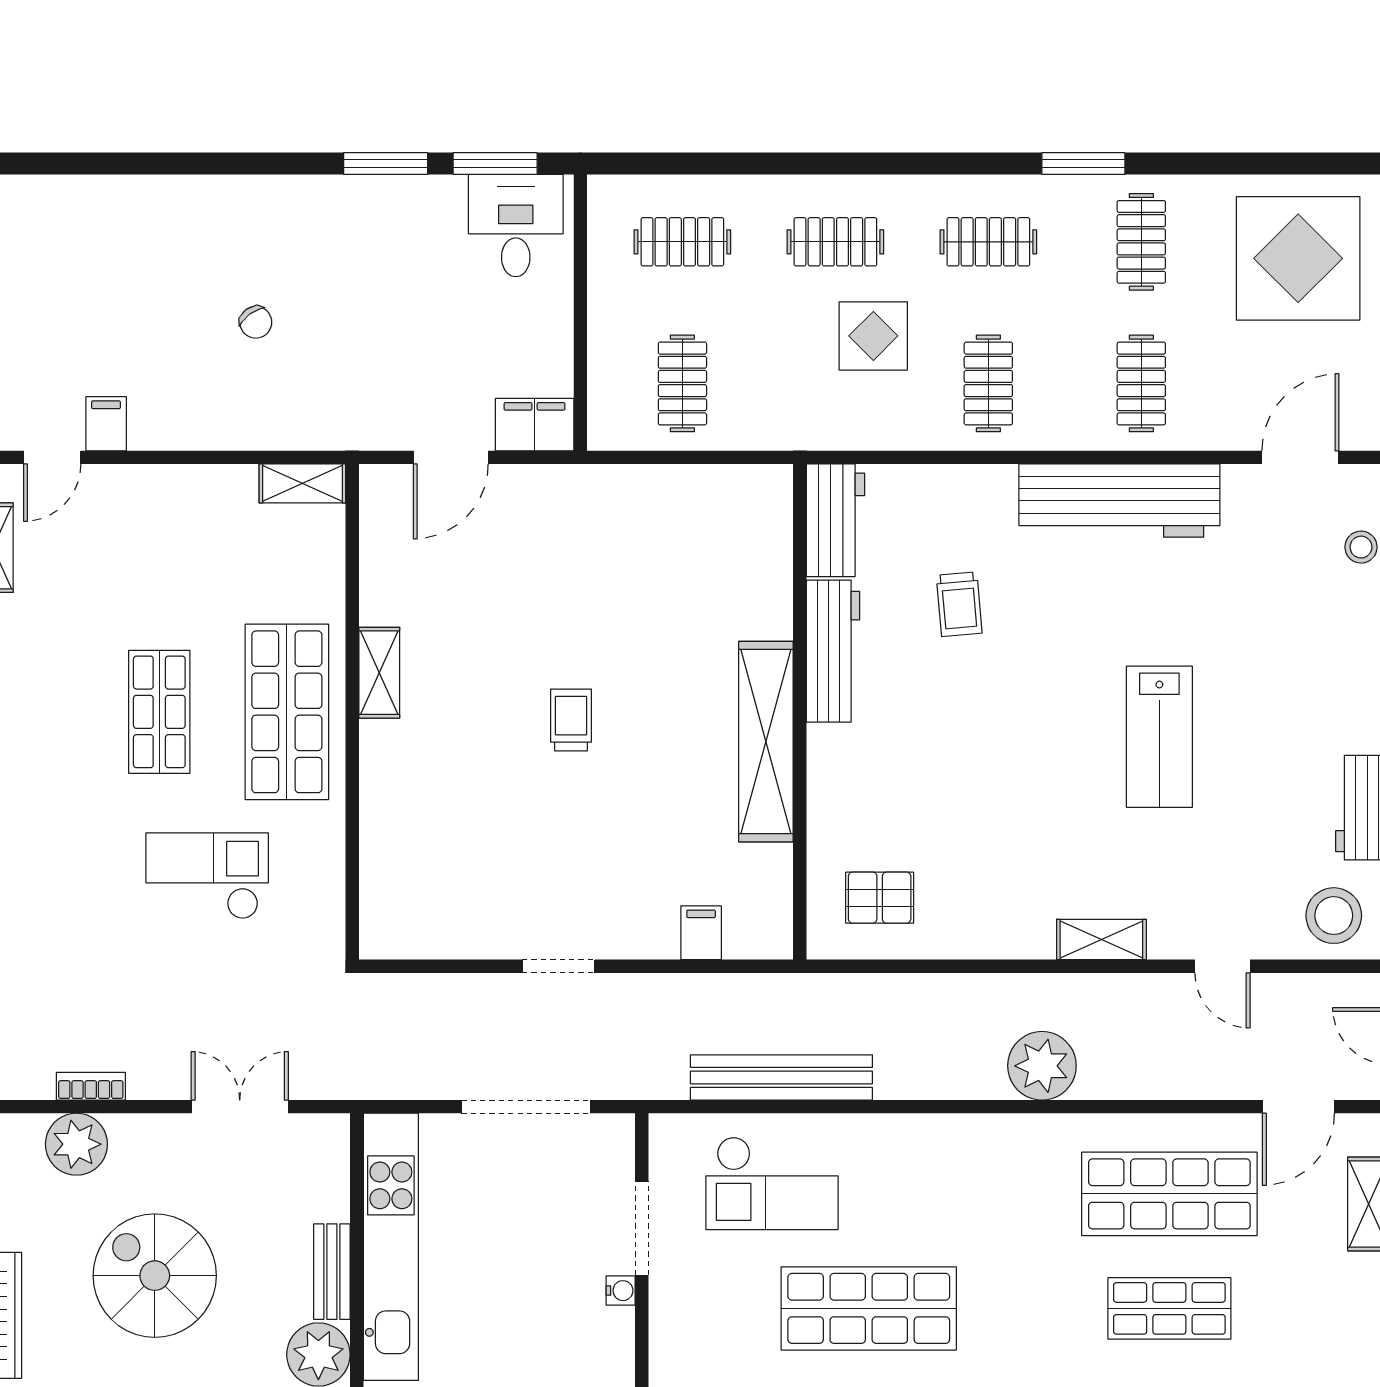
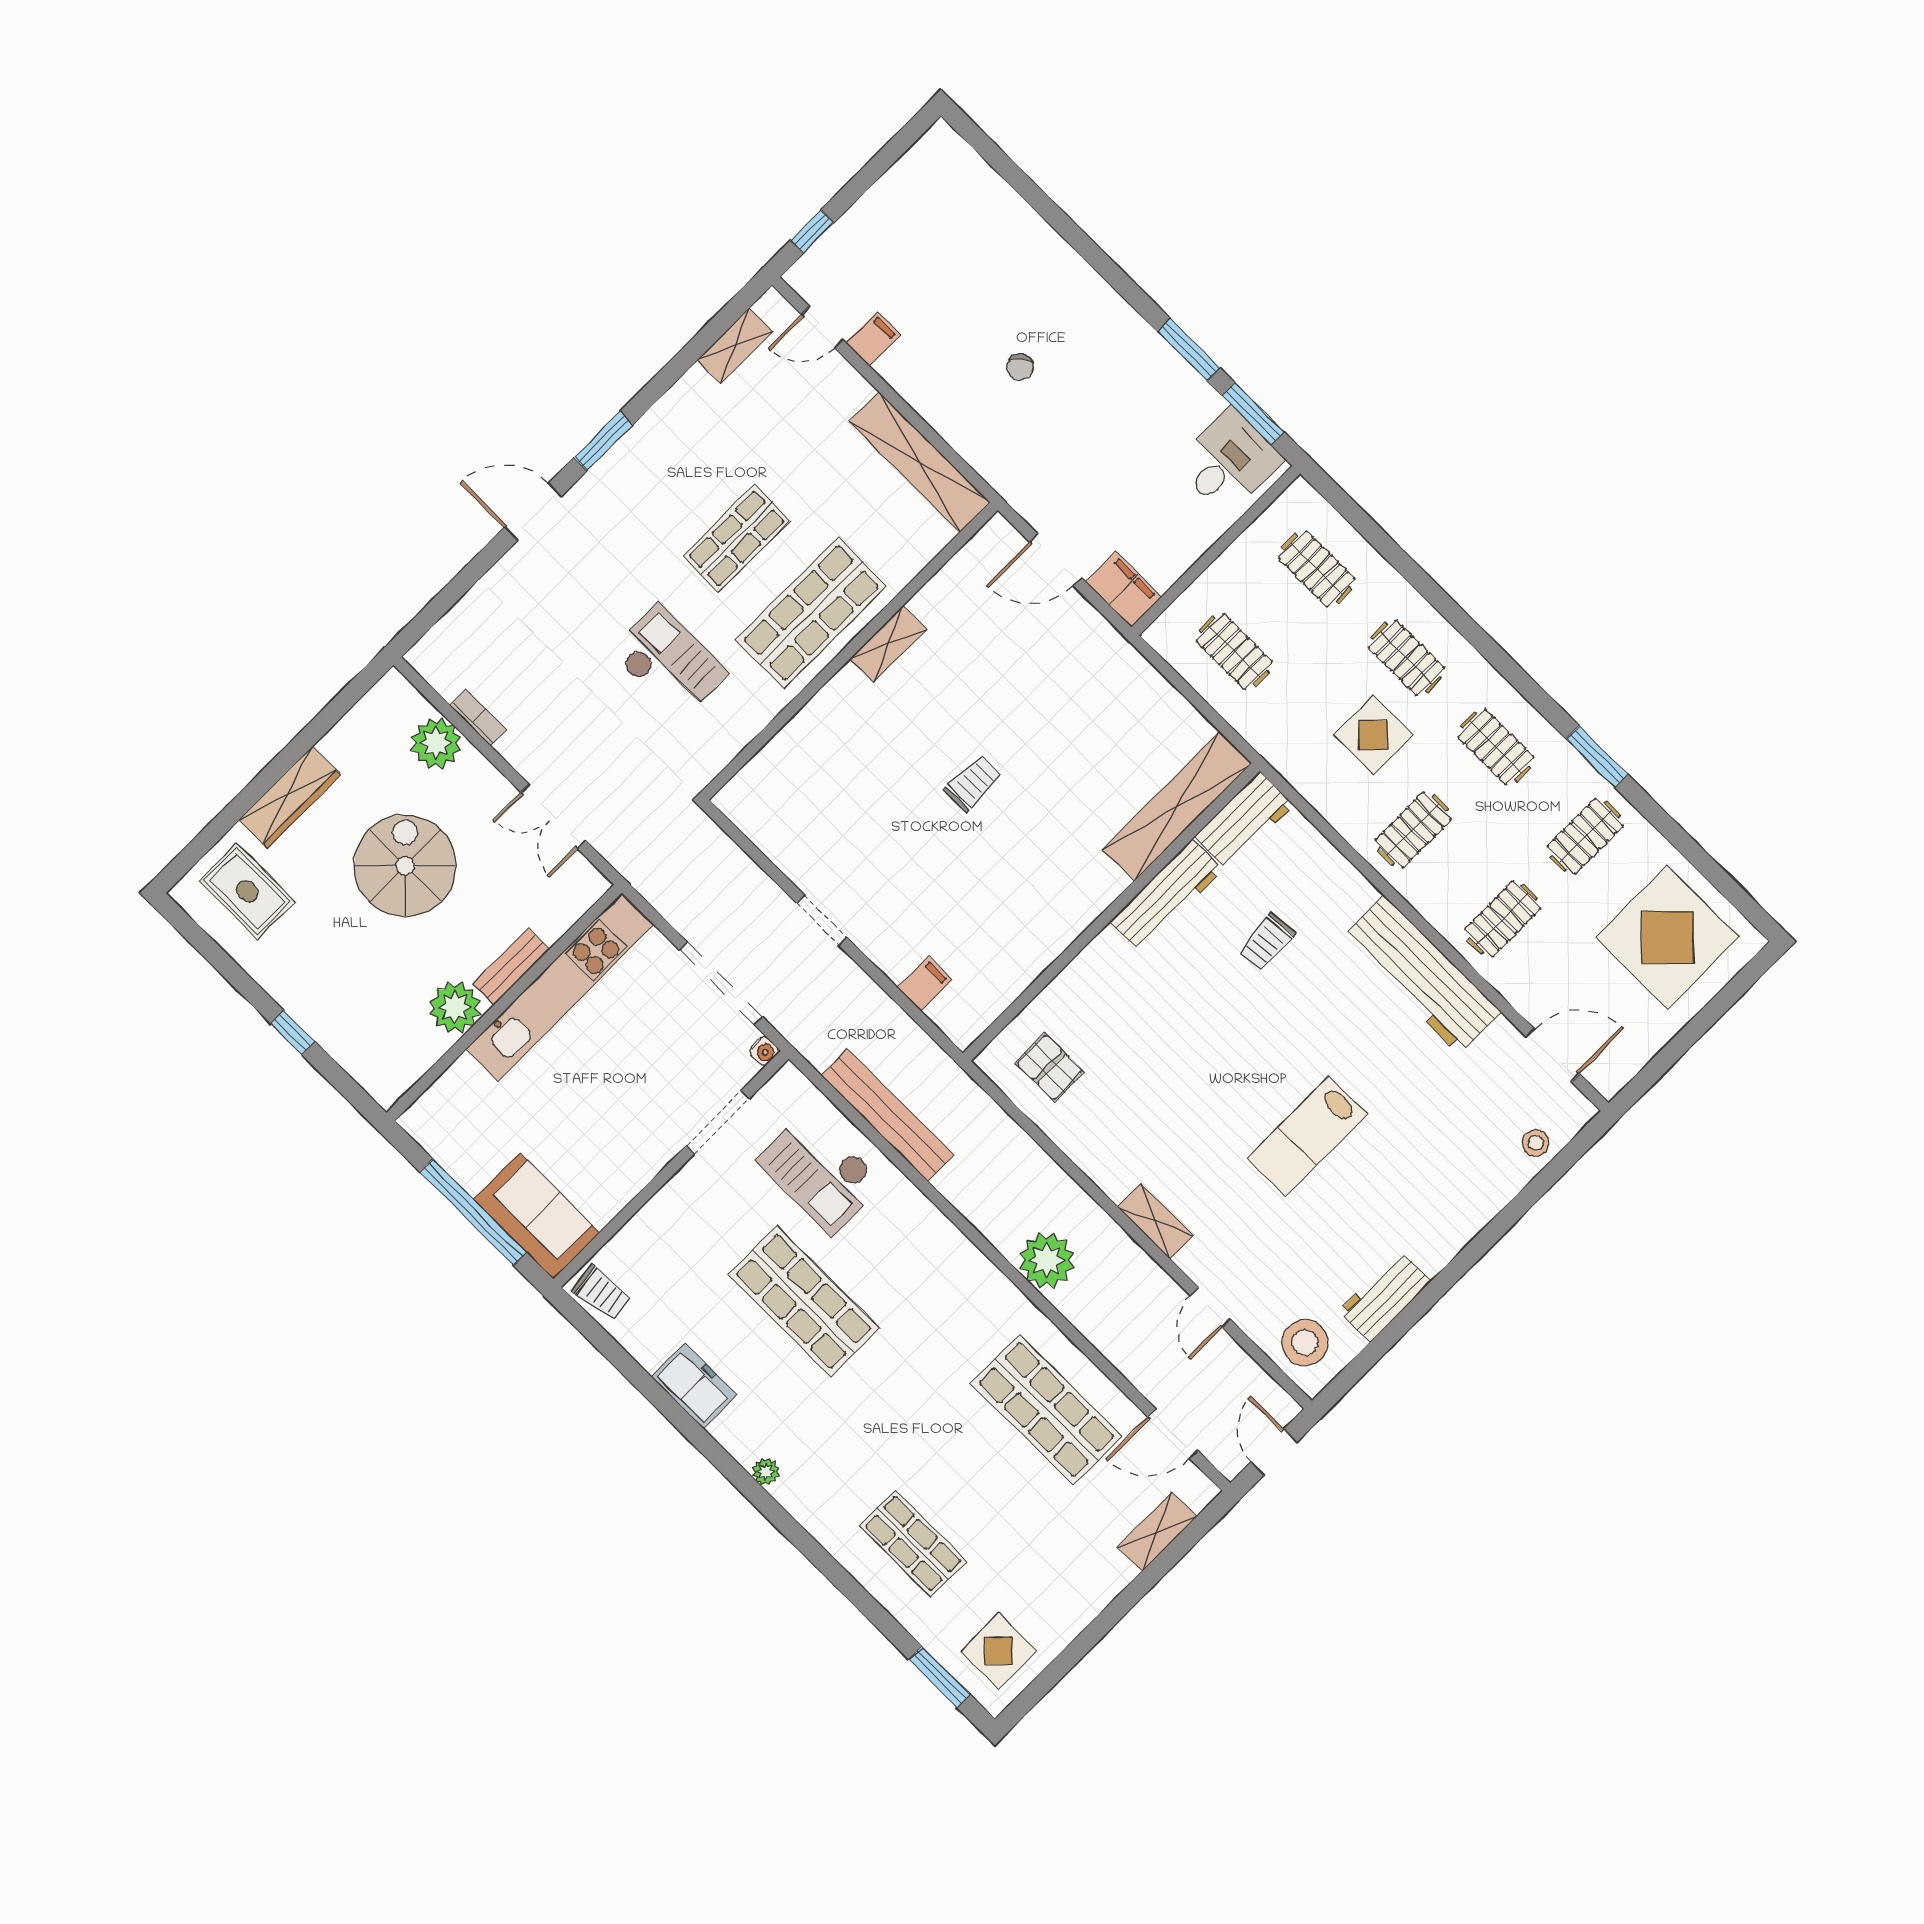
clothes rail: (682, 383) -> (1234, 651), turned 90
shelving: (302, 483) -> (919, 462), width x2.20, depth x1.33
shelving: (766, 742) -> (1177, 807), moved
double door: (240, 1107) -> (553, 816), swing flipped
water cooler: (621, 1291) -> (764, 1051), moved
shop shelf: (1169, 1308) -> (980, 1477), removed

